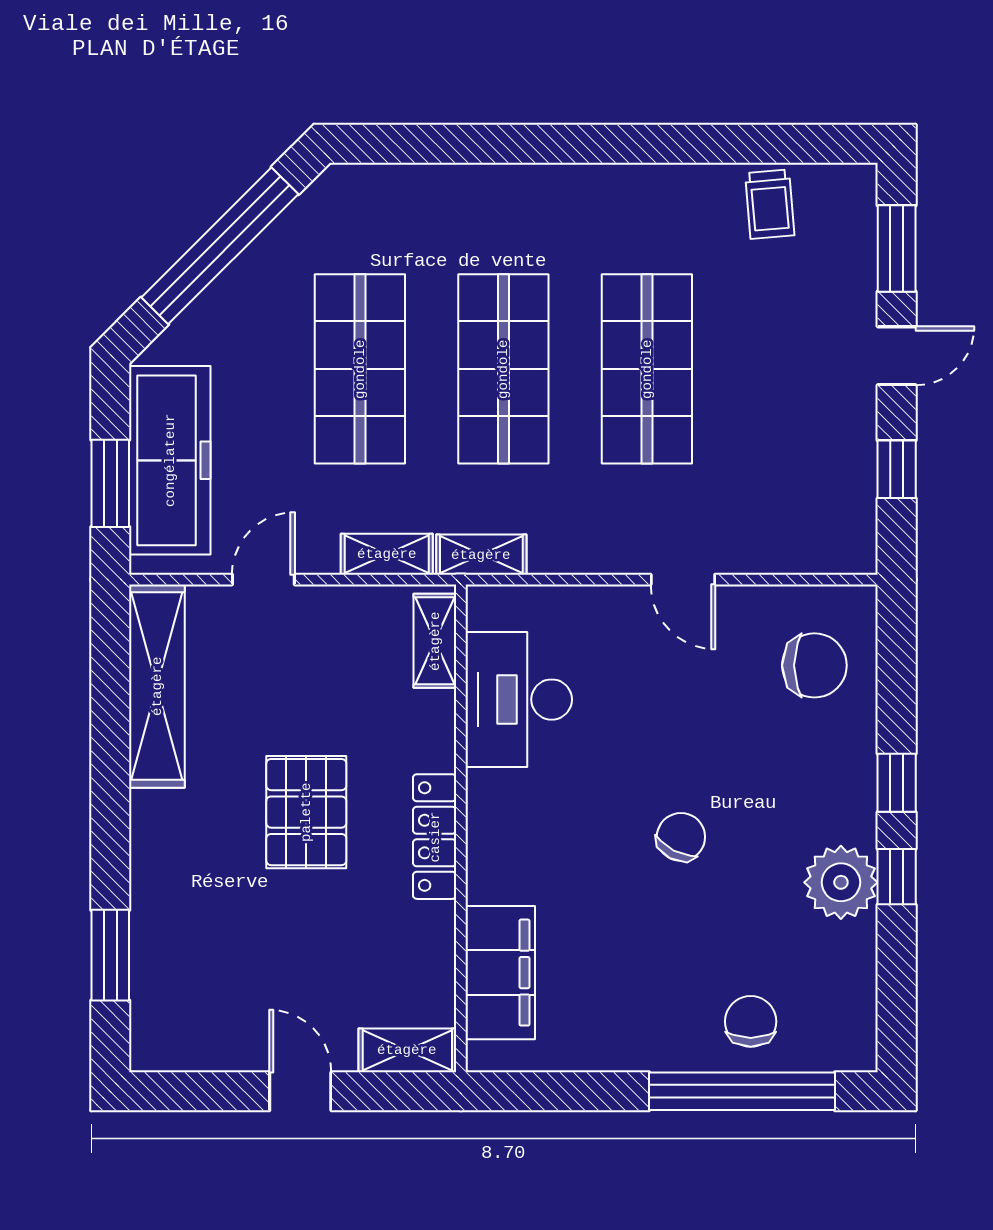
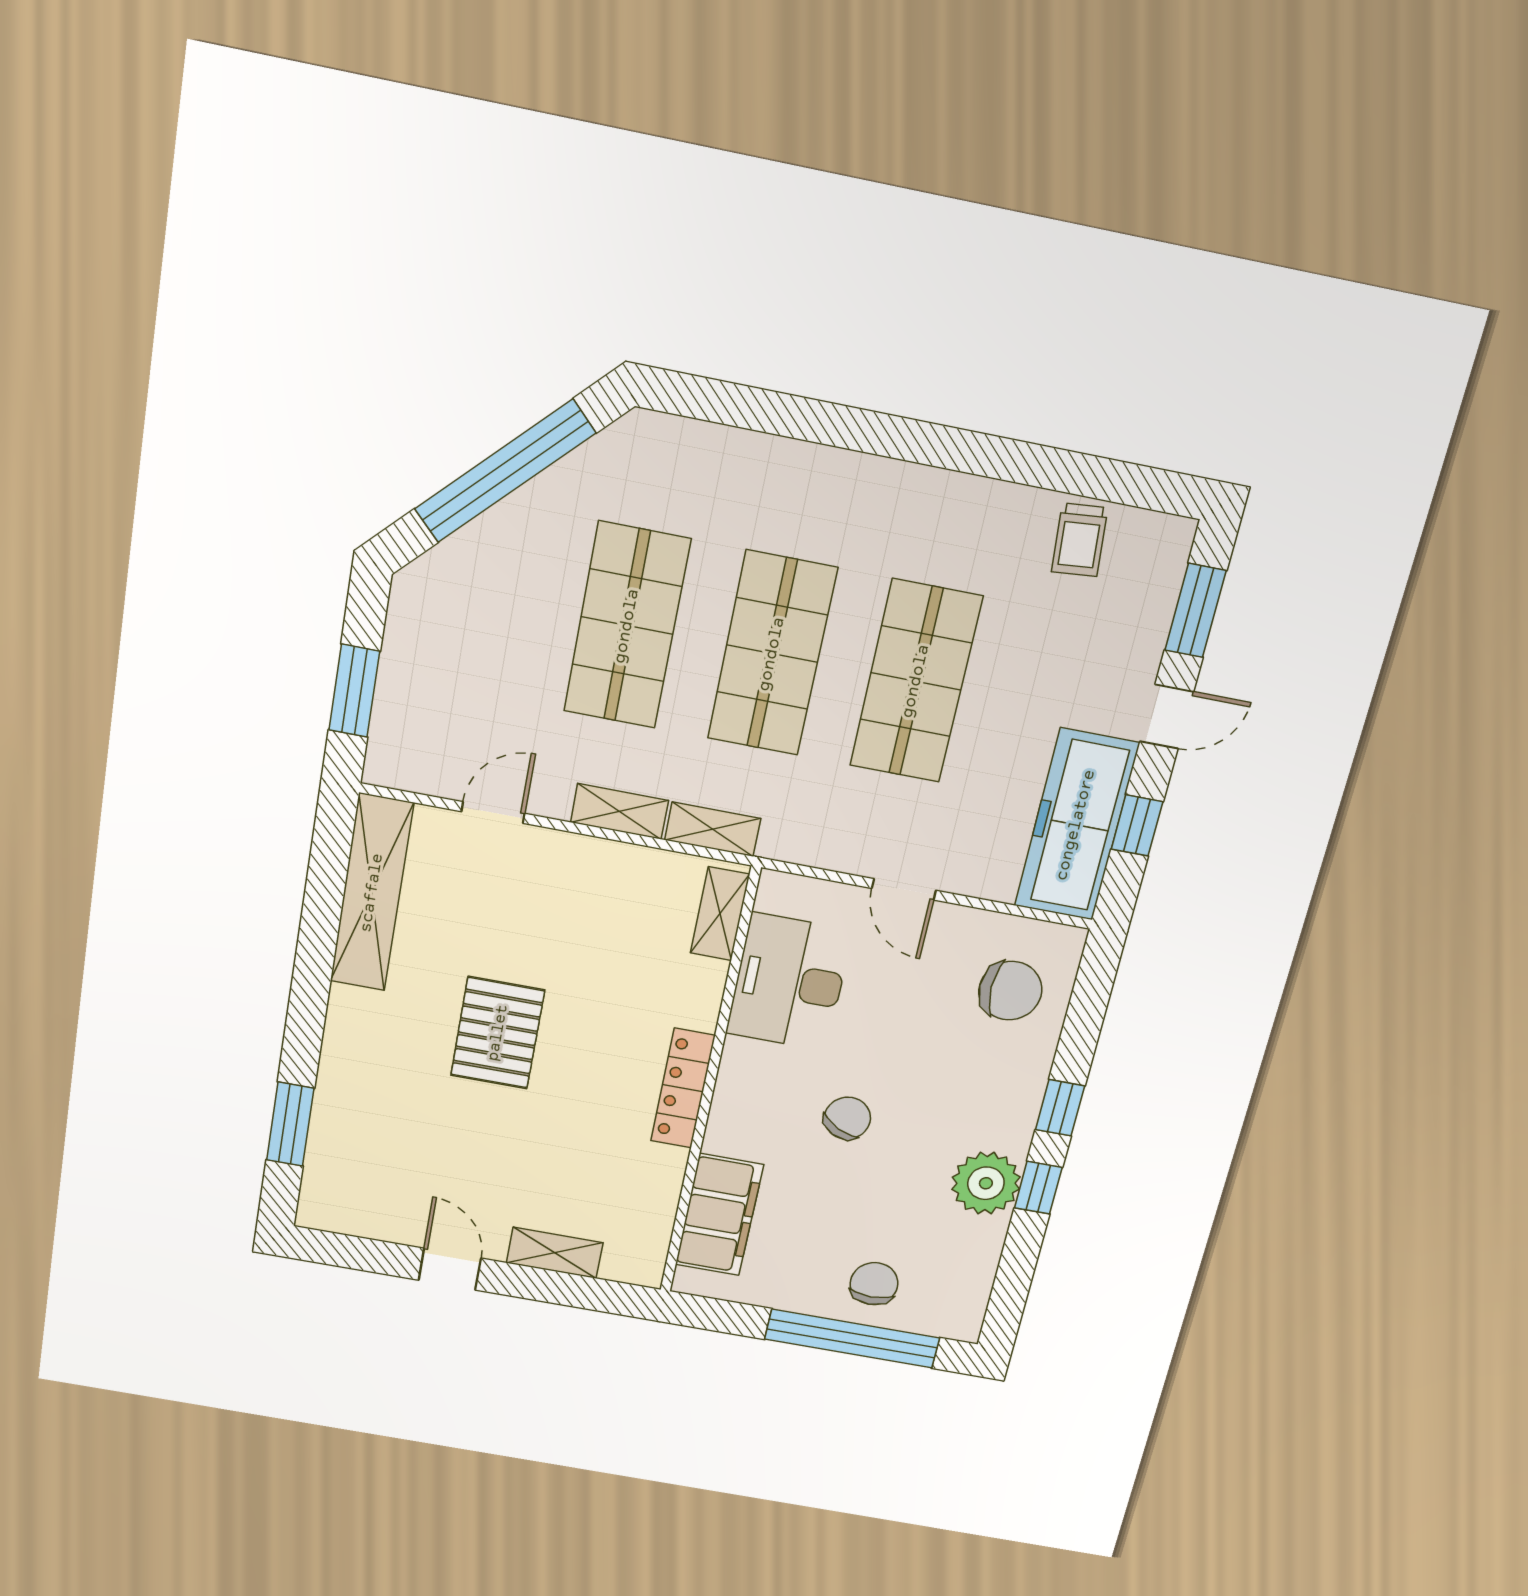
freezer: (170, 460) -> (1076, 825), moved, turned 180
shelving: (435, 641) -> (720, 914), moved
desk: (519, 700) -> (789, 982), moved
wall: (461, 828) -> (709, 1086), moved
locker: (435, 837) -> (683, 1088), moved
filing cabinet: (500, 973) -> (719, 1215), moved

